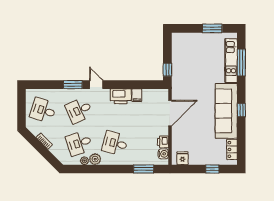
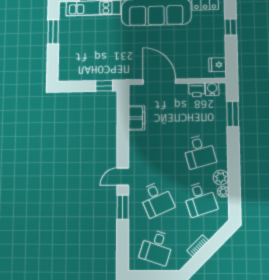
filing cabinet: (137, 95) -> (136, 118), width x2.00
printer: (121, 96) -> (138, 145), removed
desk: (115, 143) -> (199, 151), turned -30

